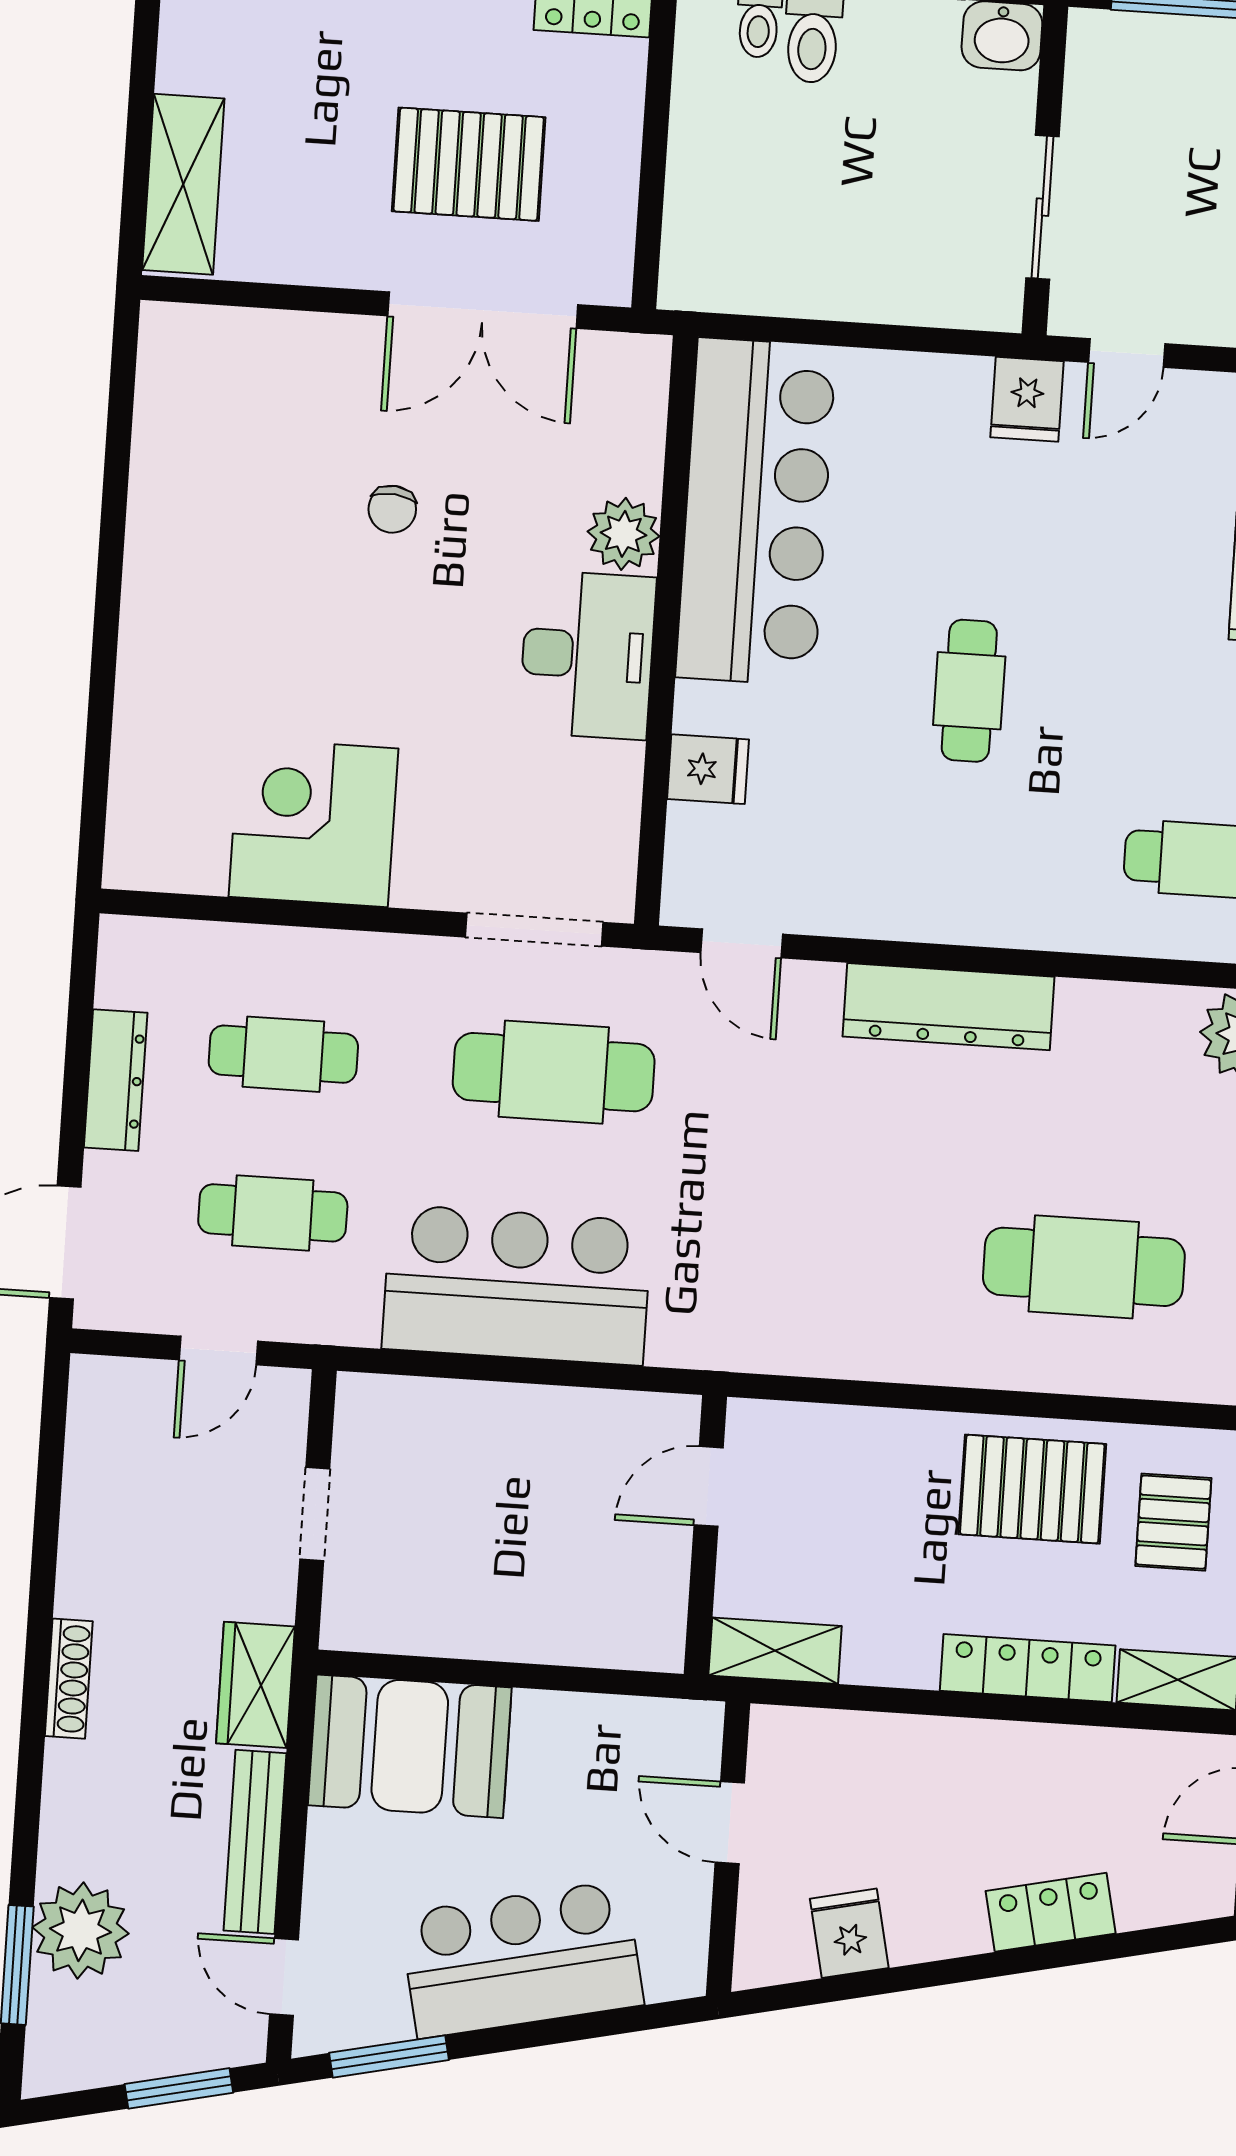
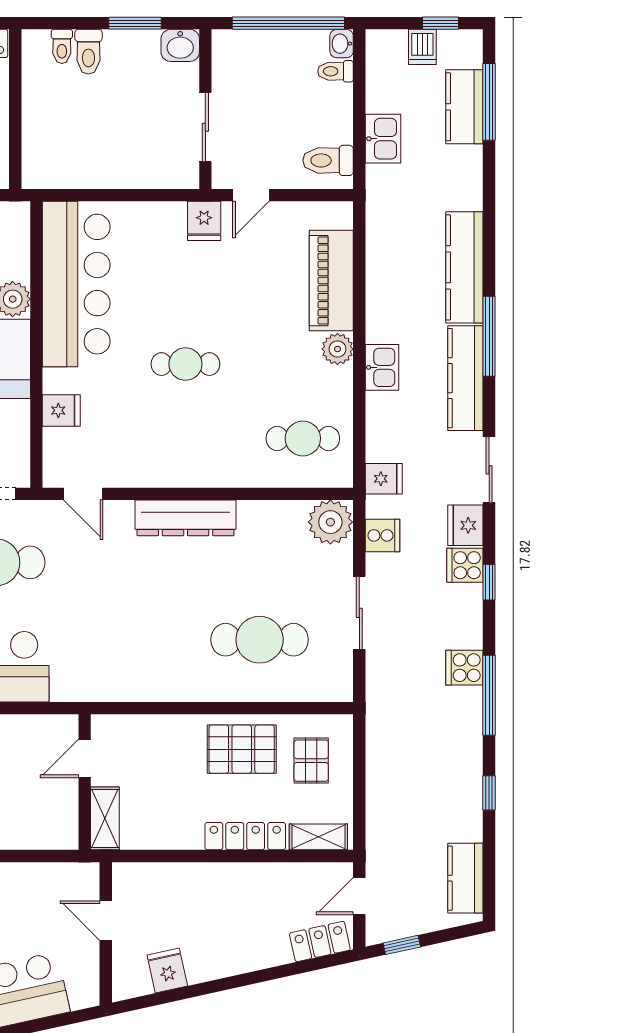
cafe table: (969, 691) -> (185, 364), turned 90
shelving: (775, 1651) -> (105, 818), moved, turned 90
locker: (1051, 1912) -> (320, 941), moved

